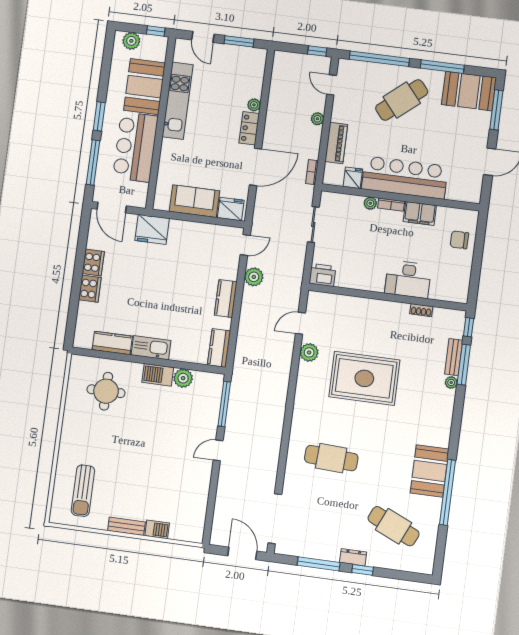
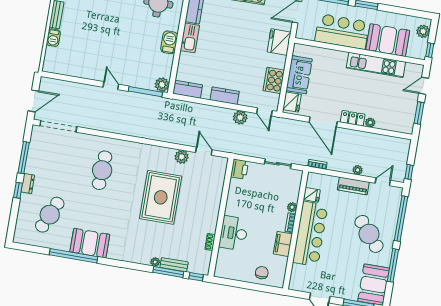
piano: (336, 143) -> (353, 186), moved
cooker: (203, 234) -> (274, 80), added
plant: (183, 378) -> (162, 85), moved

